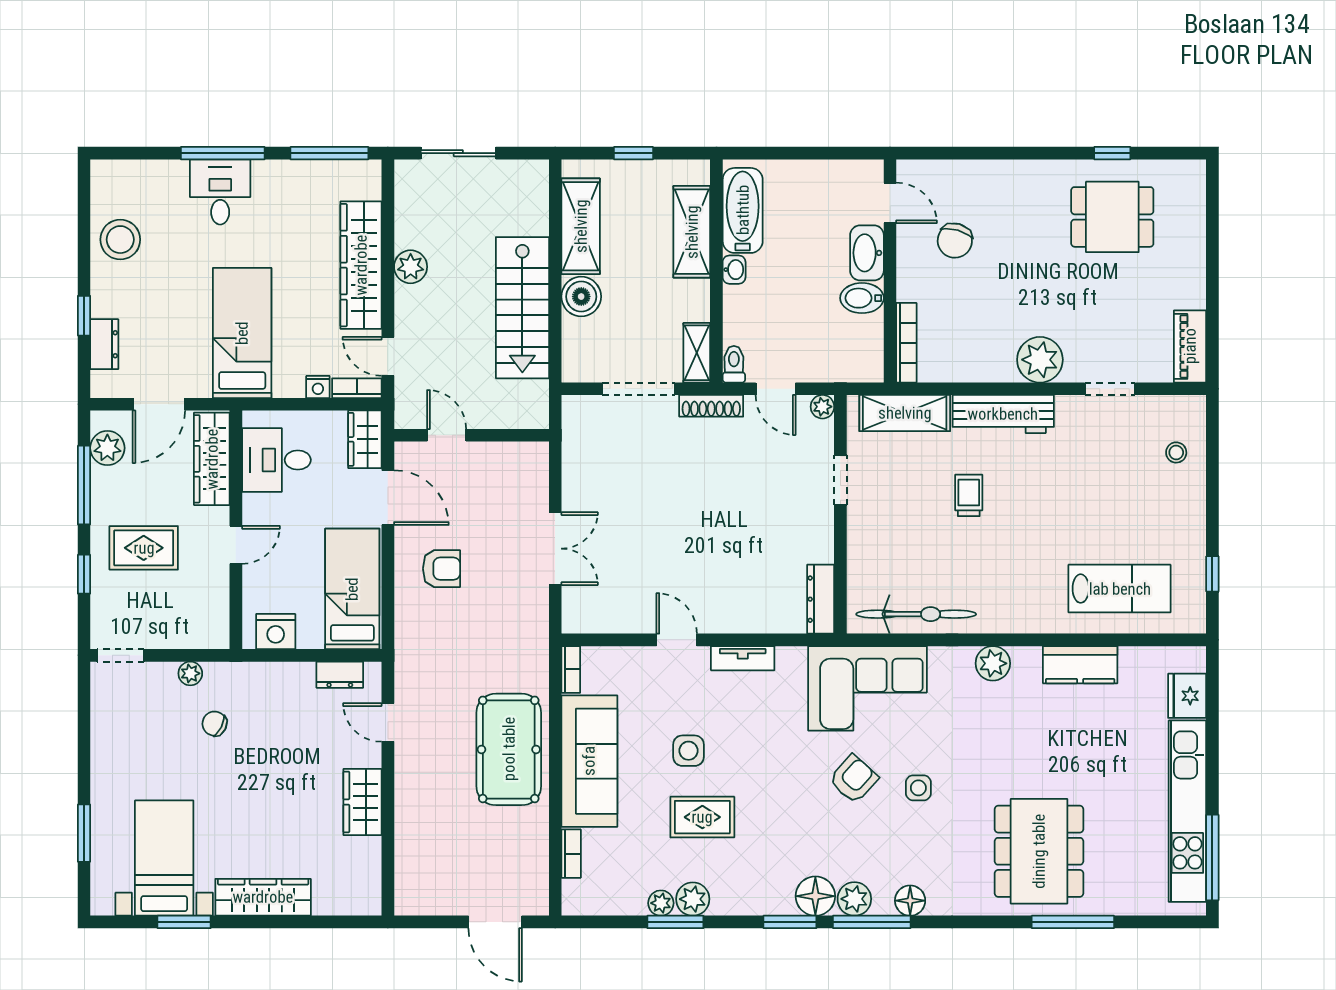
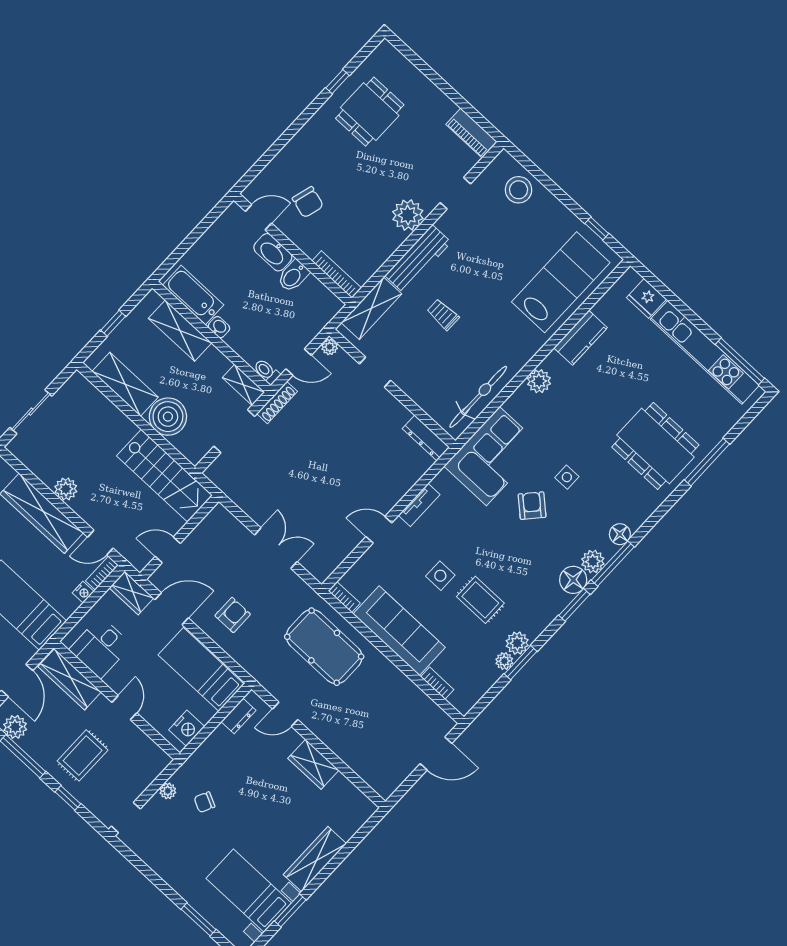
boiler: (581, 297) -> (168, 417), width x1.37, depth x1.37
stairs: (522, 308) -> (165, 476), moved
stool: (1176, 452) -> (519, 190), width x1.89, depth x1.89
lab bench: (1120, 589) -> (561, 282), width x1.36, depth x1.39
pool table: (509, 749) -> (324, 647), moved
rug: (702, 817) -> (480, 600), turned 90

